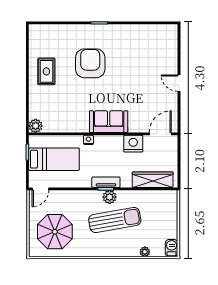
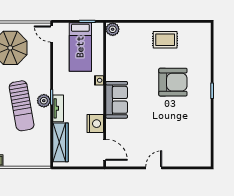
tv unit: (106, 182) -> (58, 108), moved

